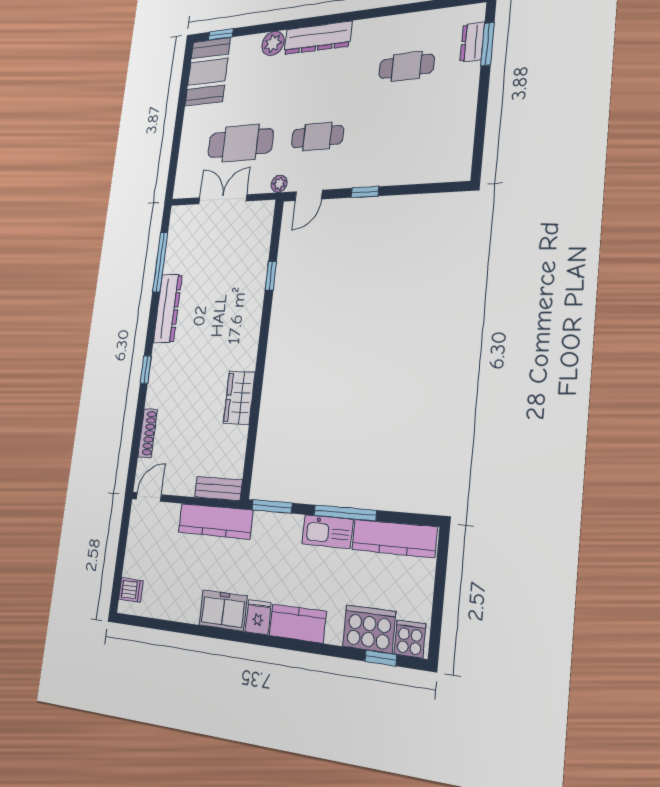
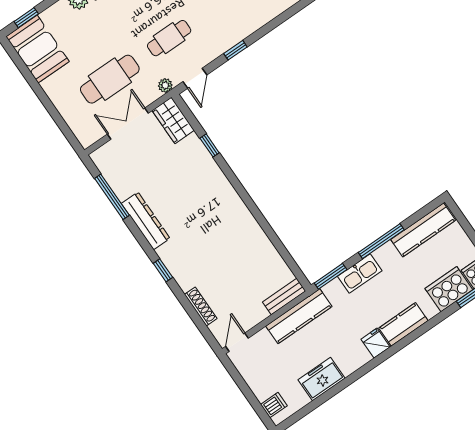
wardrobe: (239, 398) -> (173, 120), moved
kitchen sink: (327, 532) -> (360, 274), moved
freezer: (223, 611) -> (322, 379), moved

